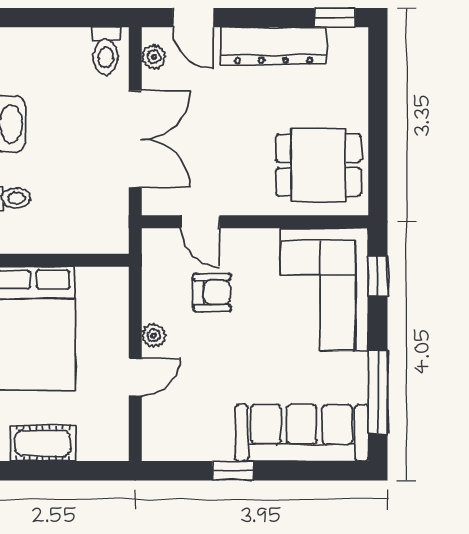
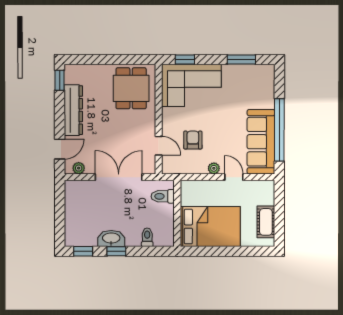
toilet: (106, 51) -> (163, 196), moved, turned 180
door: (200, 222) -> (159, 146), hinge flipped
window: (378, 392) -> (241, 59), width x0.69
sofa: (302, 433) -> (261, 142), moved
window: (233, 471) -> (279, 130), width x3.17

